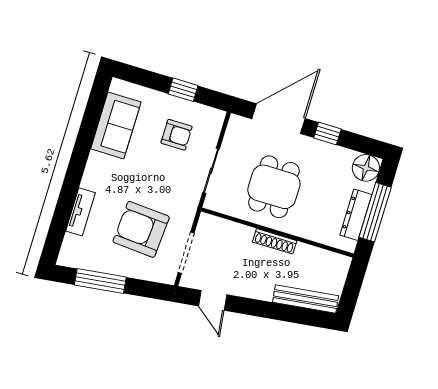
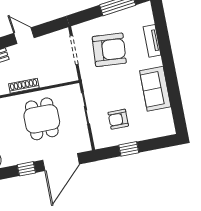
sofa: (116, 125) -> (155, 89), moved
door: (213, 300) -> (24, 36), moved

